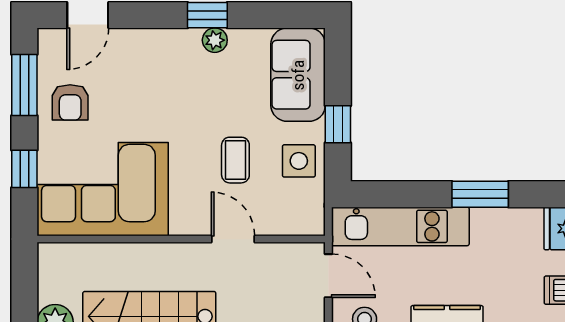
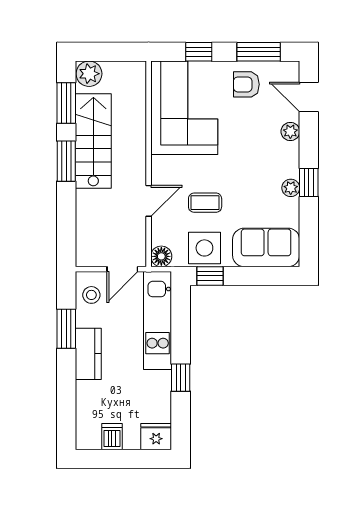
plant: (136, 41) -> (290, 132), added
window: (338, 124) -> (210, 276), moved
side table: (299, 161) -> (204, 248), width x1.37, depth x1.37
window: (480, 194) -> (181, 378), width x0.67
floor lamp: (311, 221) -> (161, 256), added

